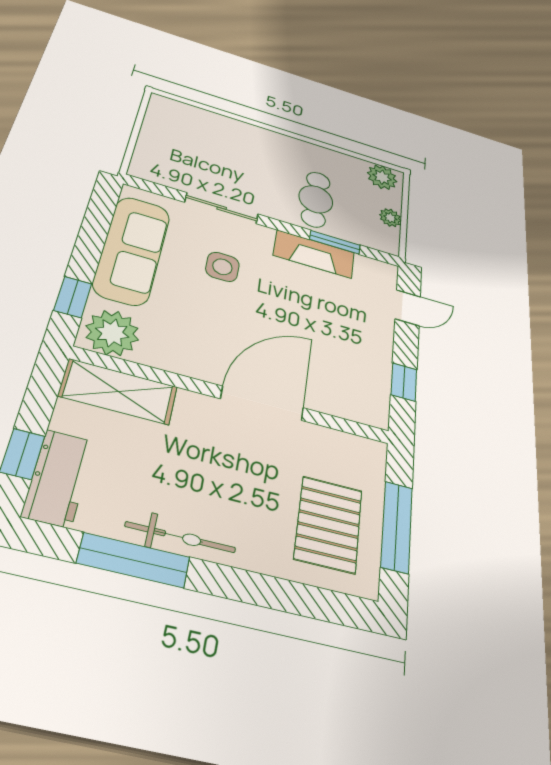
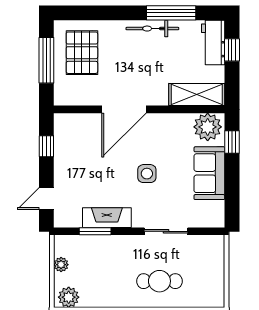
cafe table: (316, 199) -> (159, 281), moved, turned 90
sofa: (132, 250) -> (209, 173), width x0.73
side table: (222, 267) -> (147, 174), moved

